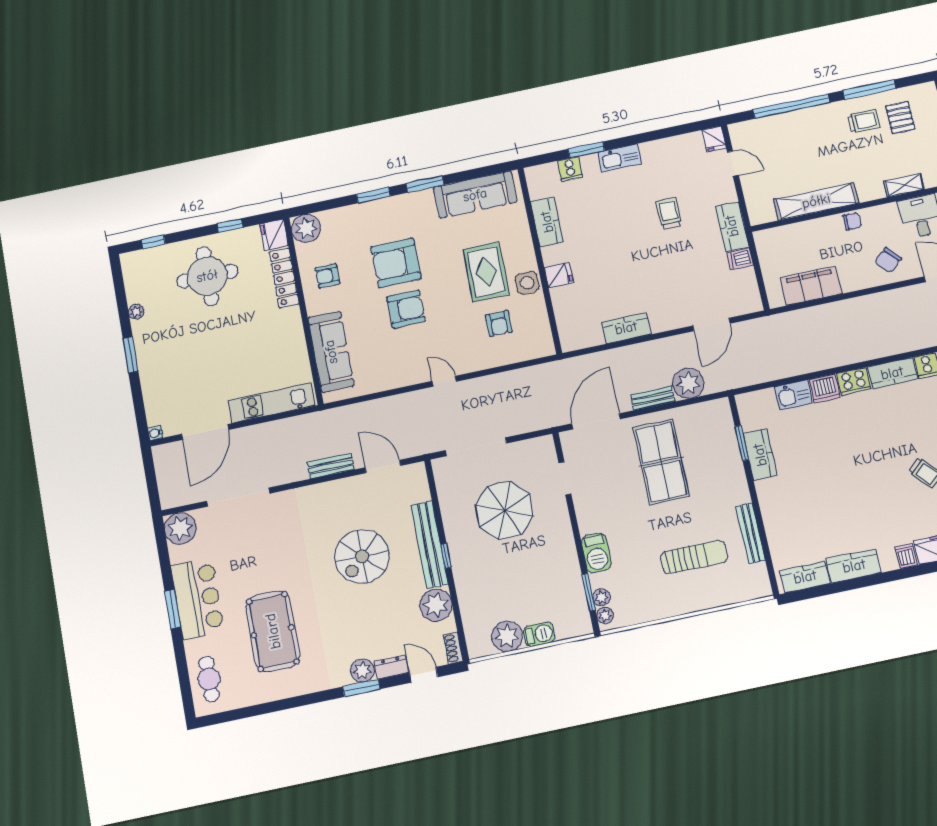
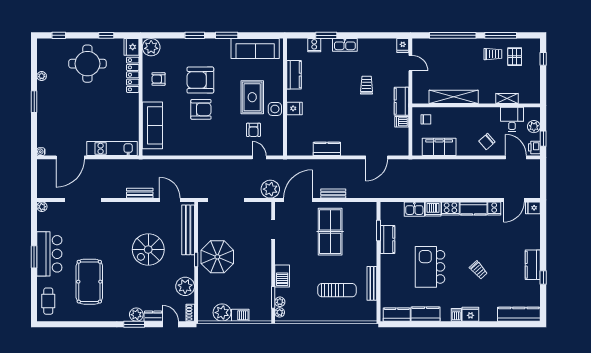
chair: (852, 221) -> (426, 119), moved
door: (444, 381) -> (259, 157), moved
plant: (688, 383) -> (270, 189), moved
kitchen island: (842, 485) -> (430, 267), added
parasol: (505, 510) -> (217, 257), moved
plant: (180, 528) -> (42, 207), width x0.53, depth x0.53
bench: (430, 545) -> (188, 230), moved

